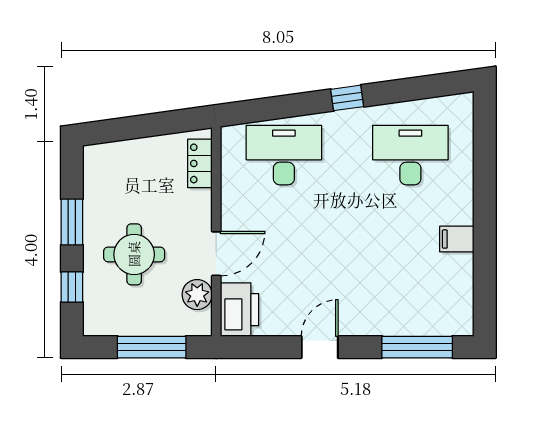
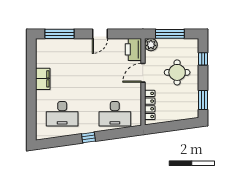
locker: (200, 163) -> (150, 105), width x1.53
window: (72, 222) -> (203, 100), moved
filing cabinet: (457, 239) -> (43, 79), width x2.00
plant: (197, 295) -> (151, 45), moved

